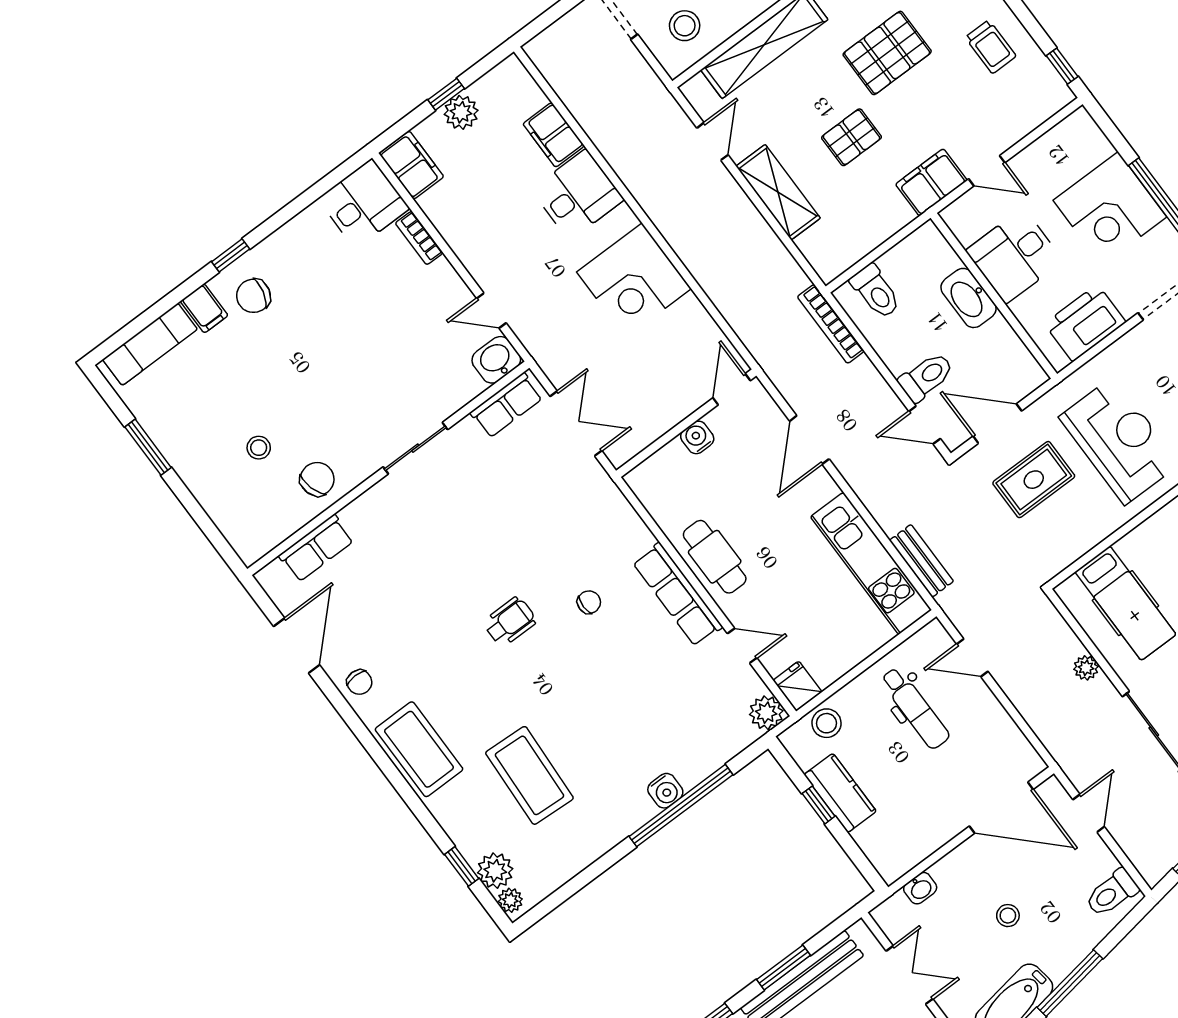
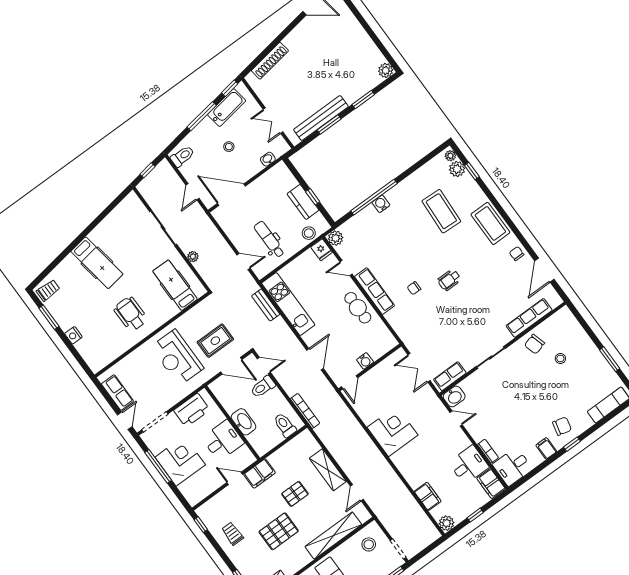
plant: (461, 112) -> (447, 523), moved
desk: (578, 195) -> (469, 465), moved, turned 180
filing cabinet: (204, 308) -> (546, 448), moved
row of seats: (316, 548) -> (529, 318), width x1.48

